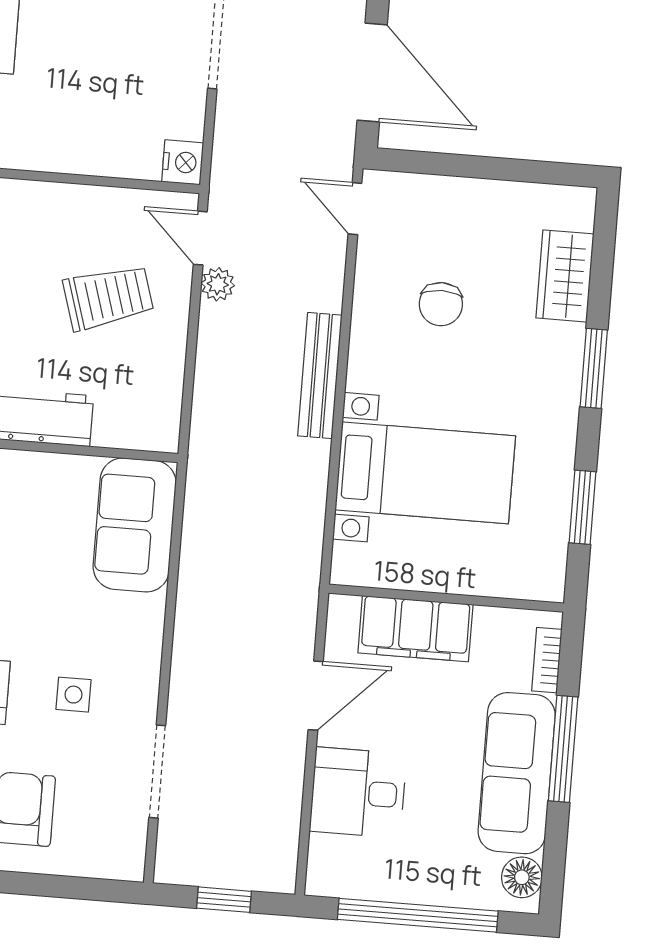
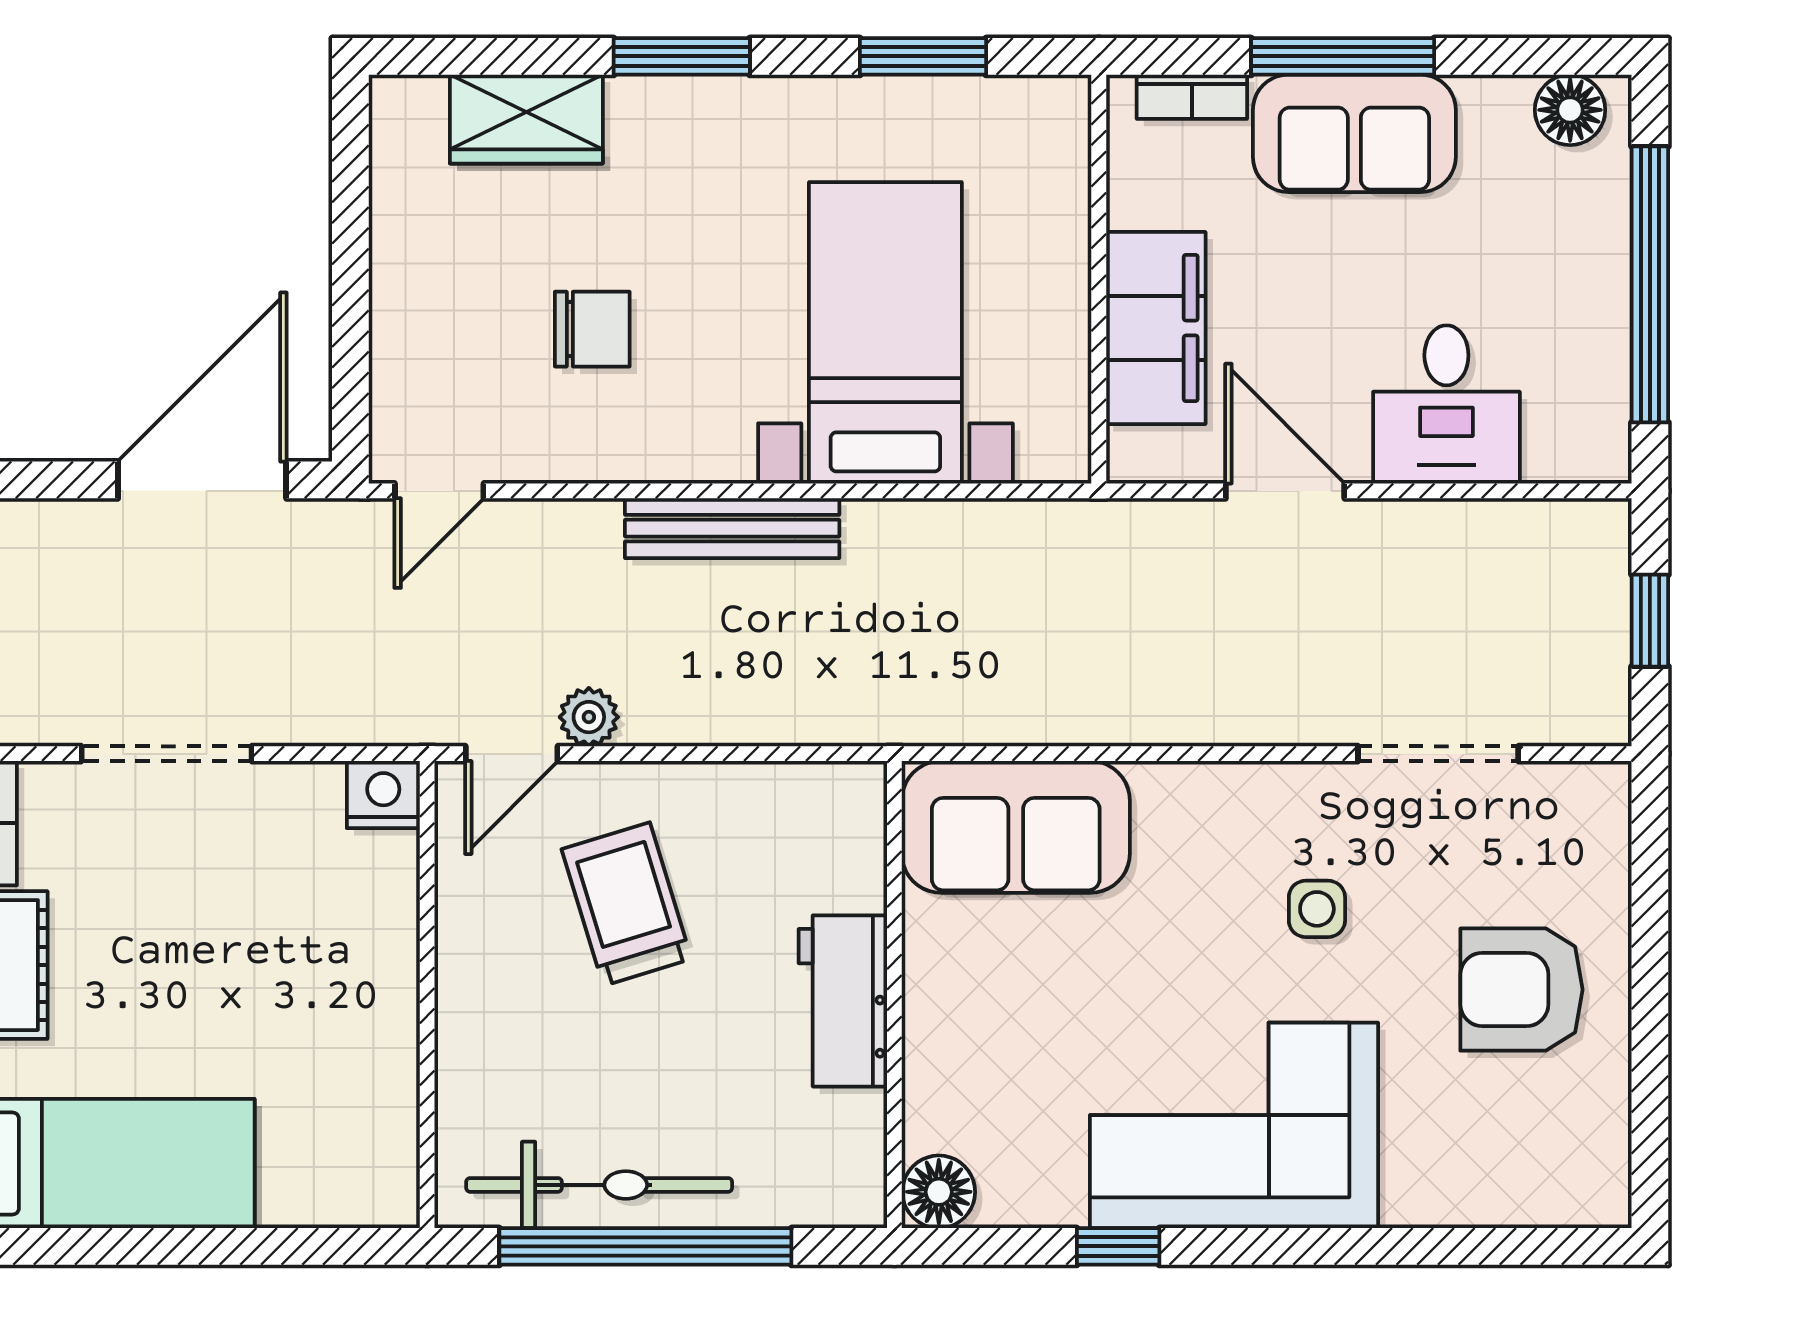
sofa: (517, 773) -> (1354, 133), width x0.73

